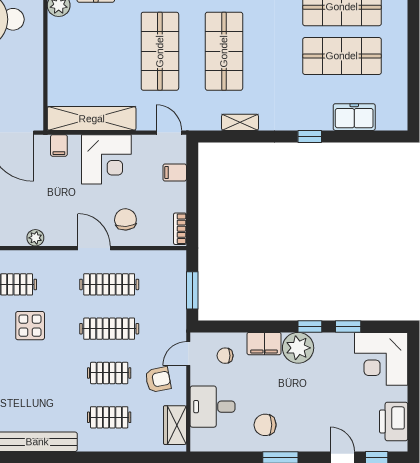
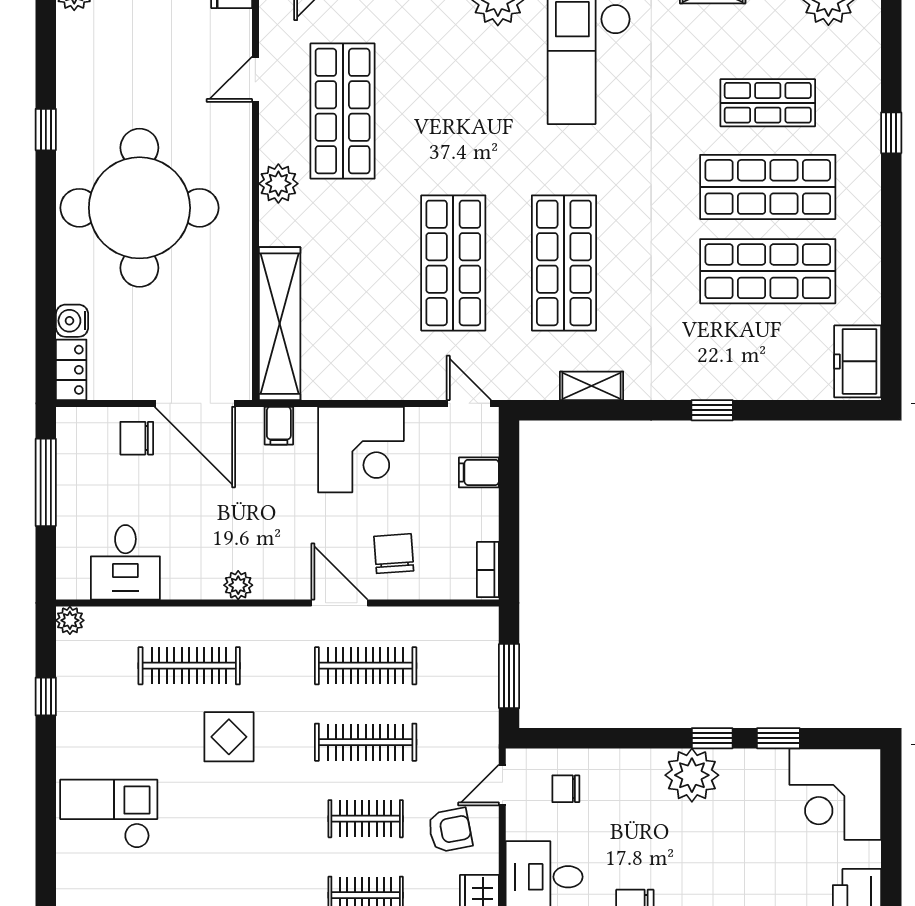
freezer: (354, 117) -> (858, 361), moved, turned -90
shelving: (92, 119) -> (280, 324), moved, turned 90
filing cabinet: (264, 344) -> (633, 768), removed

